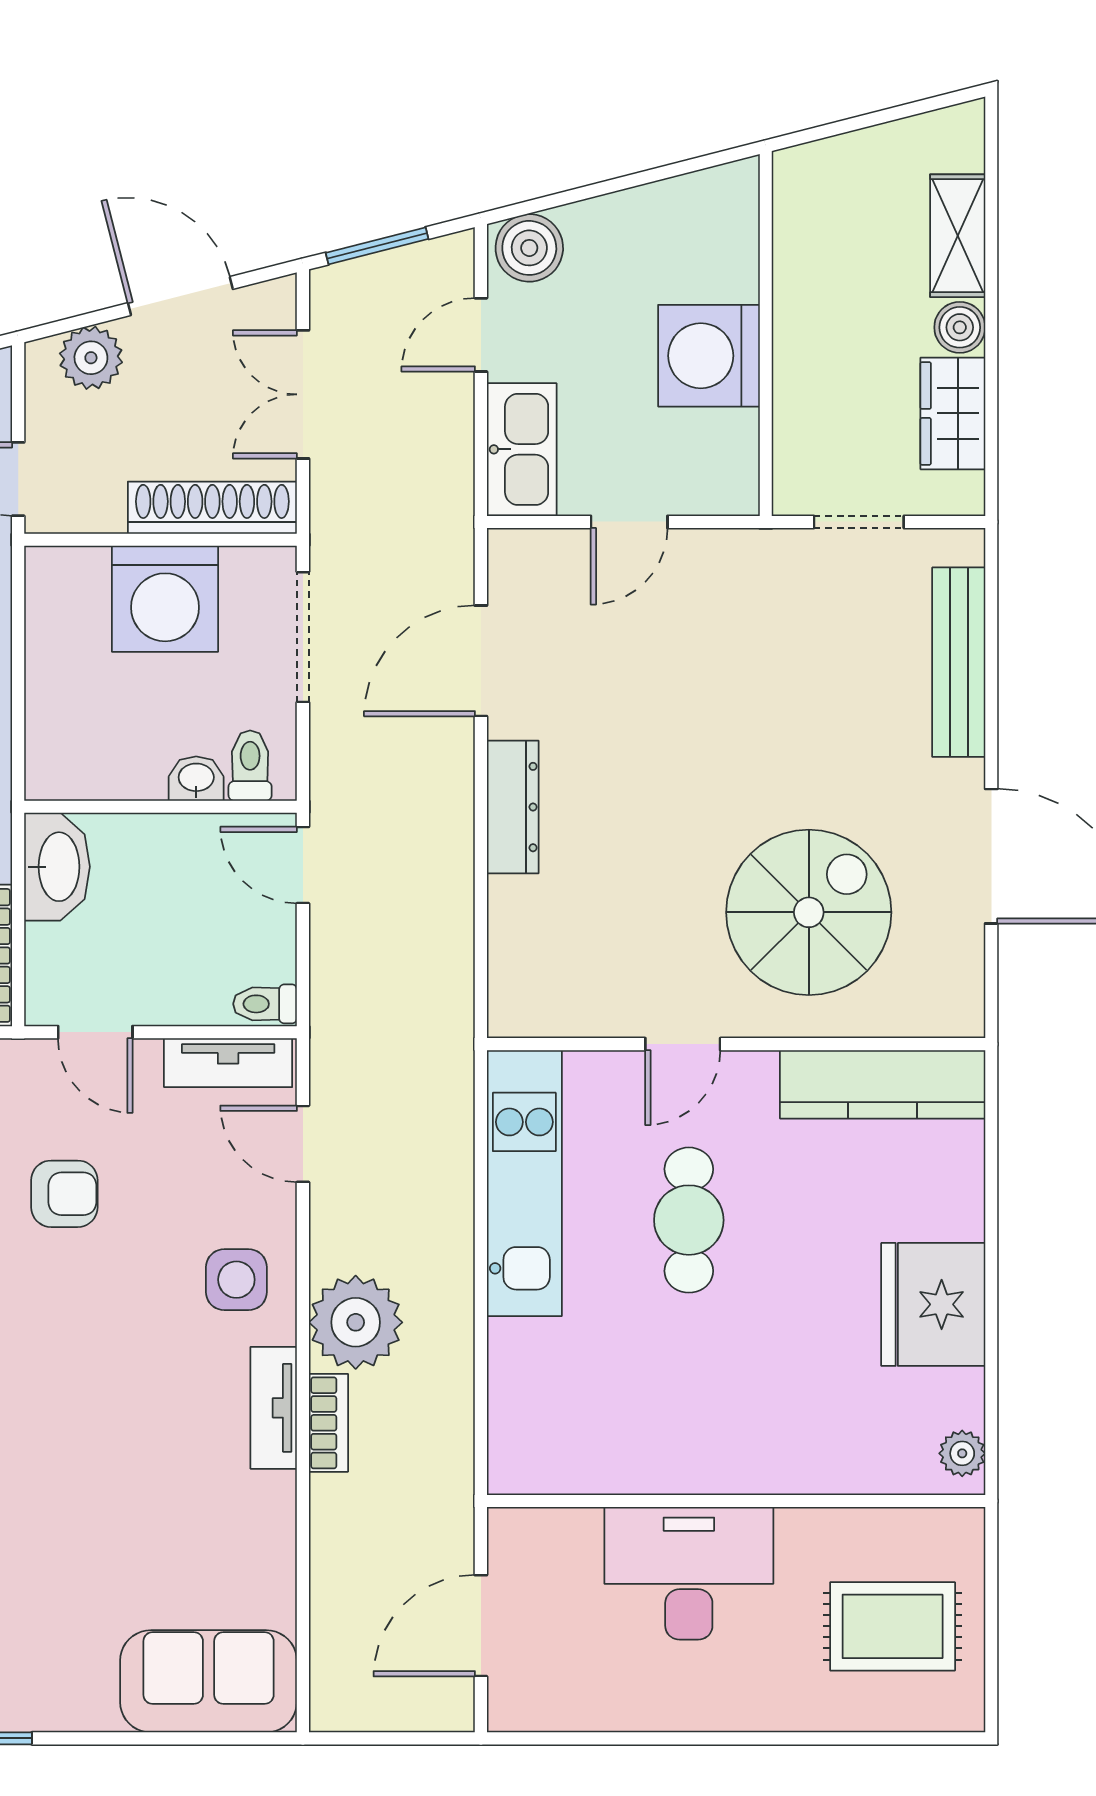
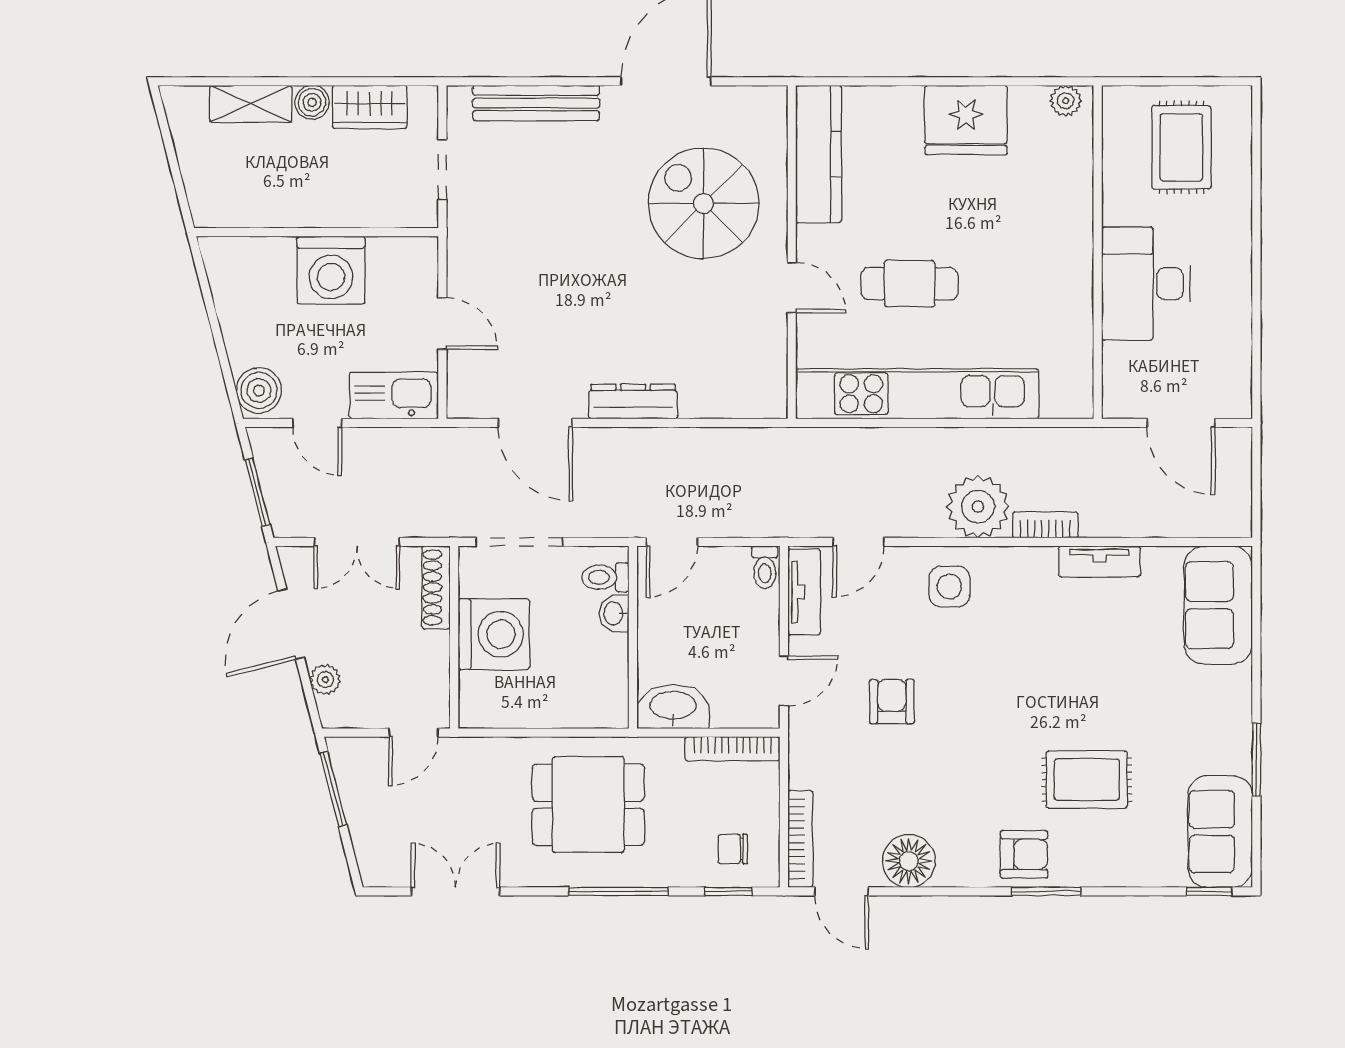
plant: (91, 358) -> (325, 680), width x0.73, depth x0.73
shoe rack: (212, 508) -> (436, 588), width x0.74, depth x0.81
kitchen unit: (524, 1183) -> (917, 394), width x1.36
tv unit: (274, 1408) -> (1099, 562), moved

